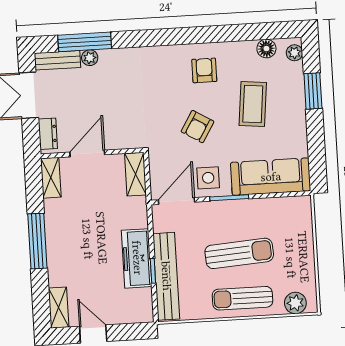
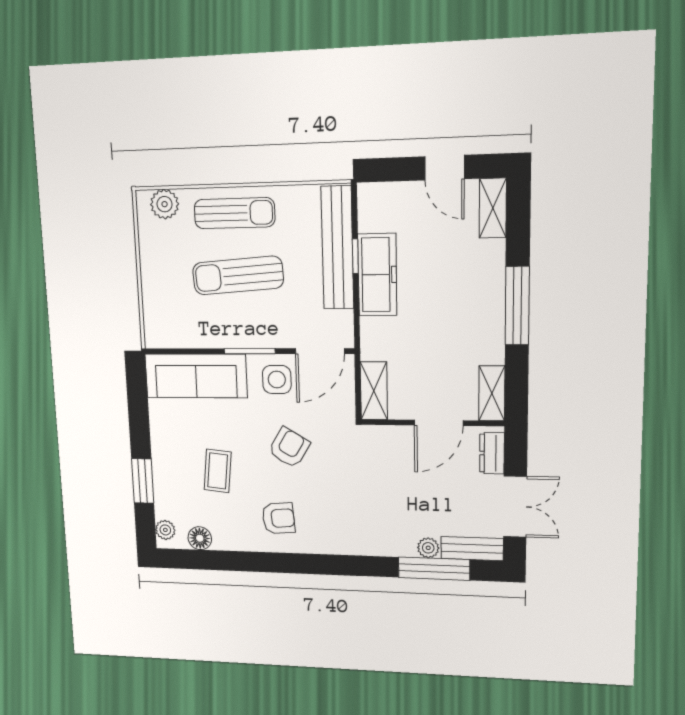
armchair: (204, 70) -> (278, 518), turned -95
coffee table: (253, 104) -> (218, 471), width x0.73, depth x0.77

